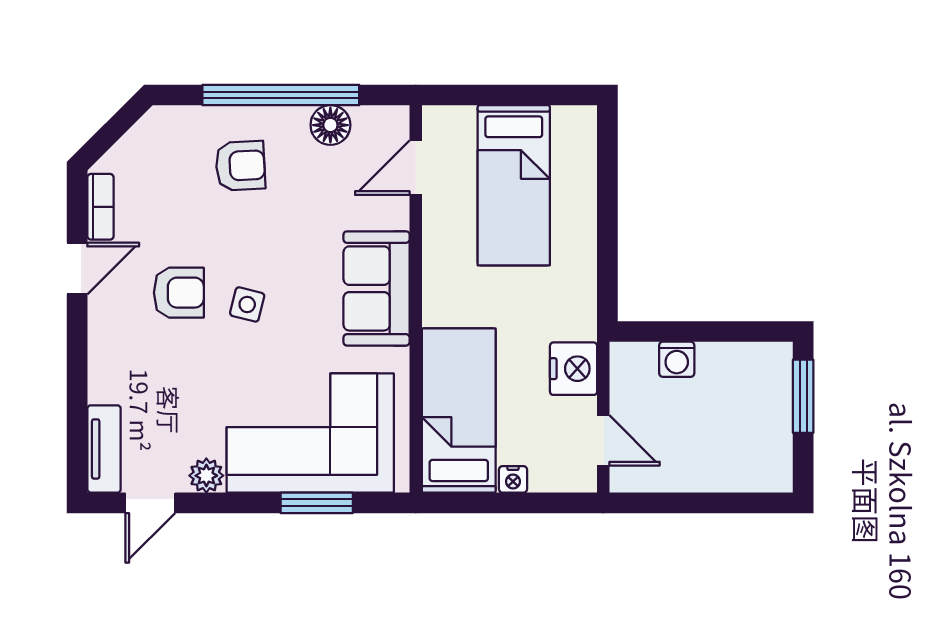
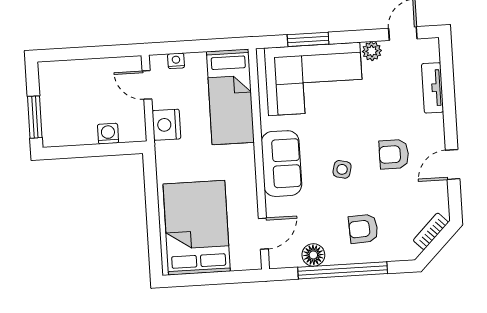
bed: (514, 185) -> (197, 228), width x1.50
bookcase: (100, 207) -> (431, 231), moved, turned 45
side table: (247, 304) -> (342, 169), moved
tv unit: (104, 449) -> (433, 88), moved
nightstand: (513, 479) -> (176, 61), moved

